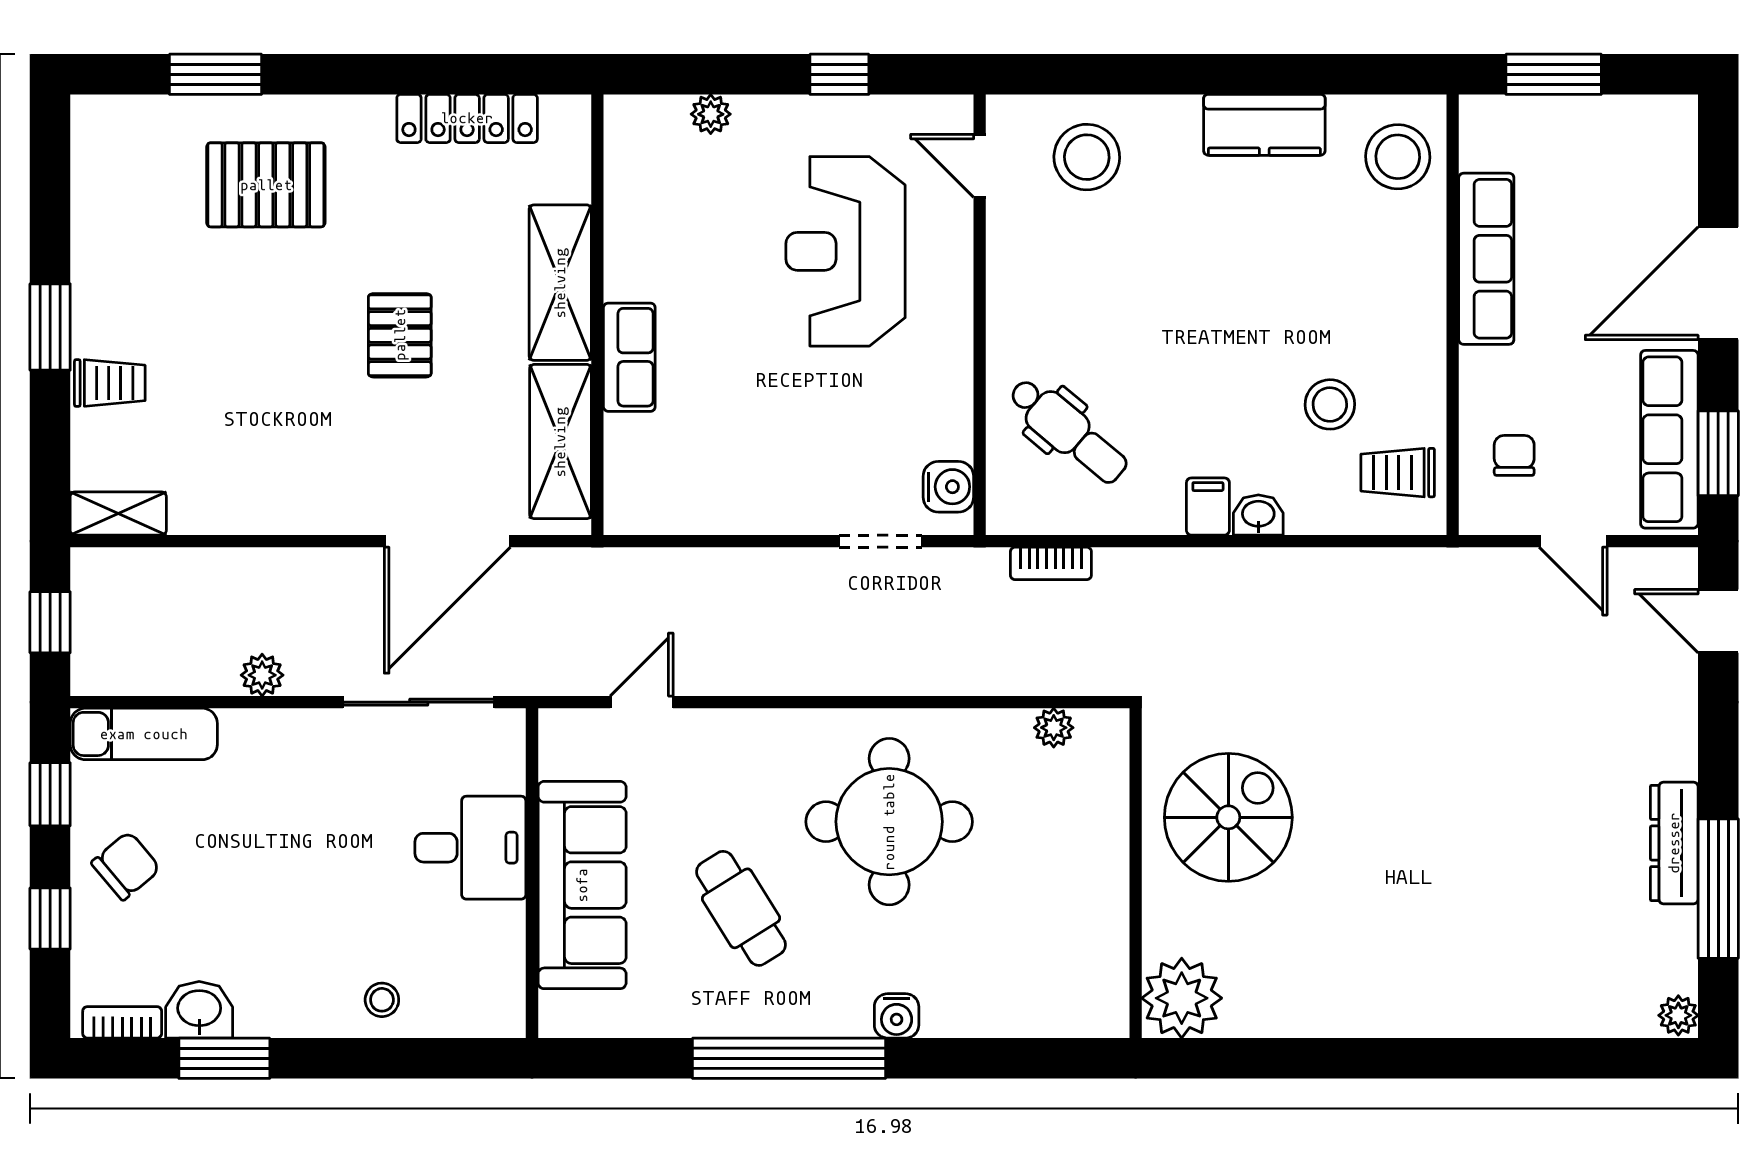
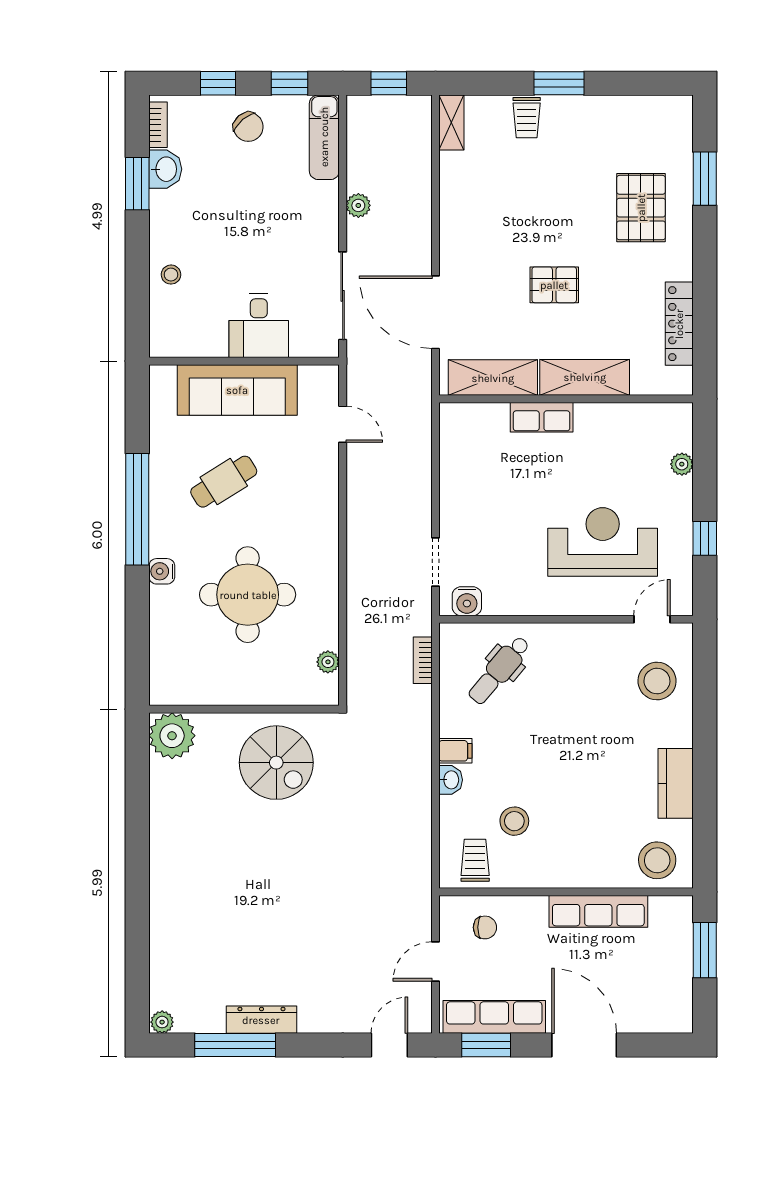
round table: (889, 822) -> (248, 595), moved

